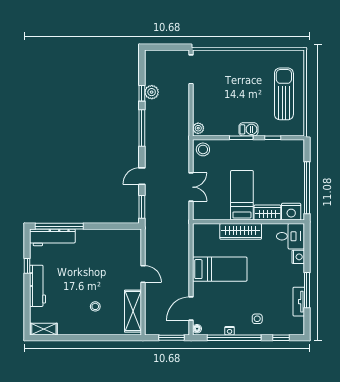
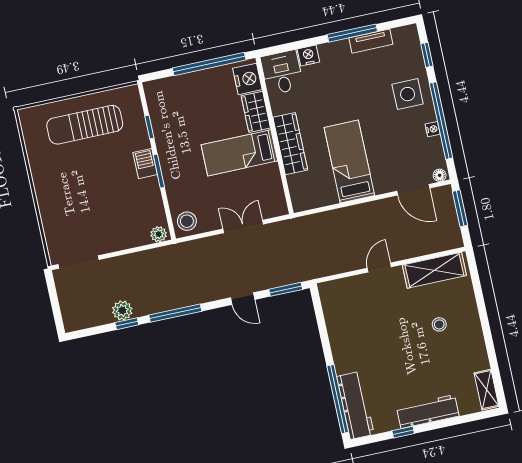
side table: (257, 319) -> (408, 94), width x1.87, depth x1.87

